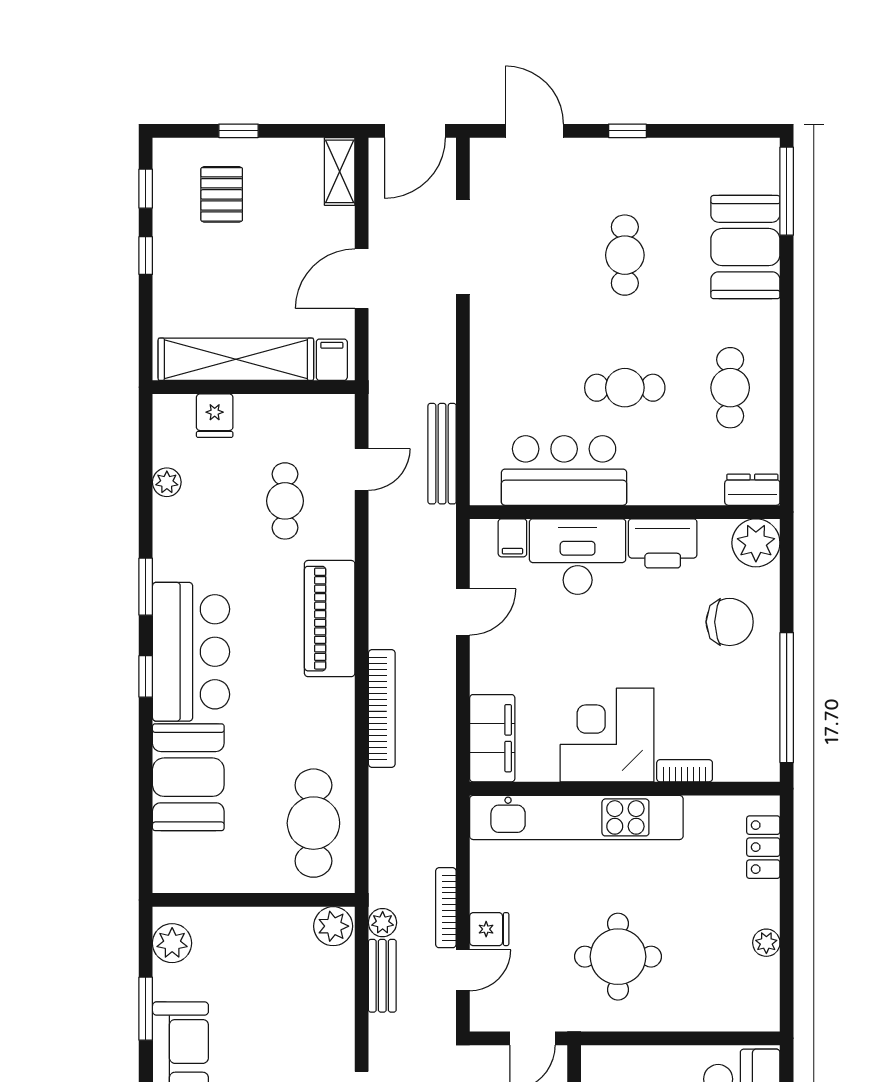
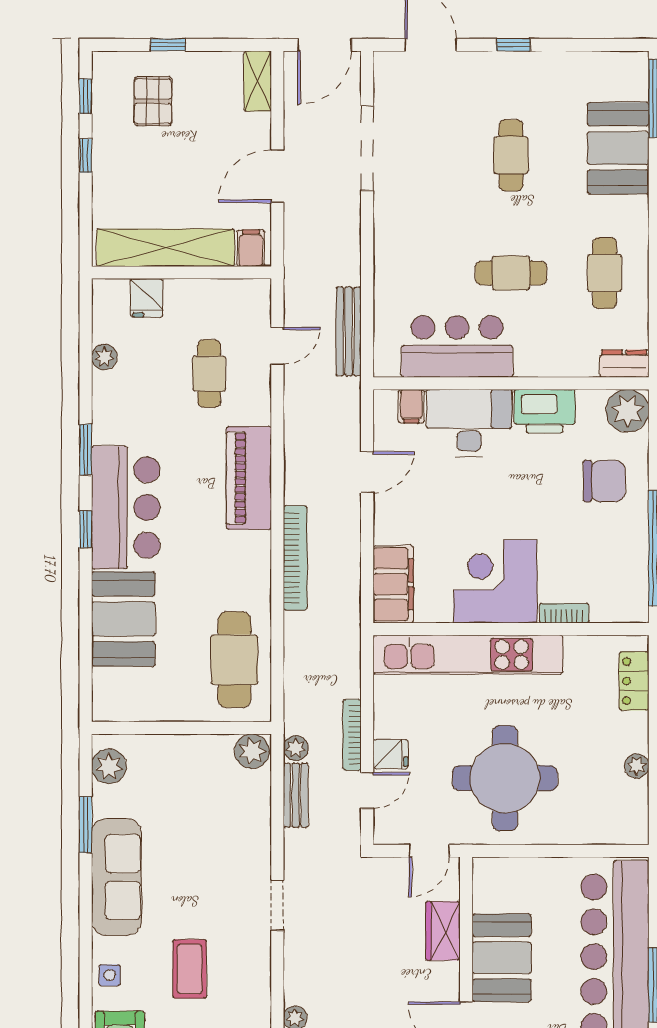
round table: (618, 957) -> (505, 778), width x1.36, depth x1.36

